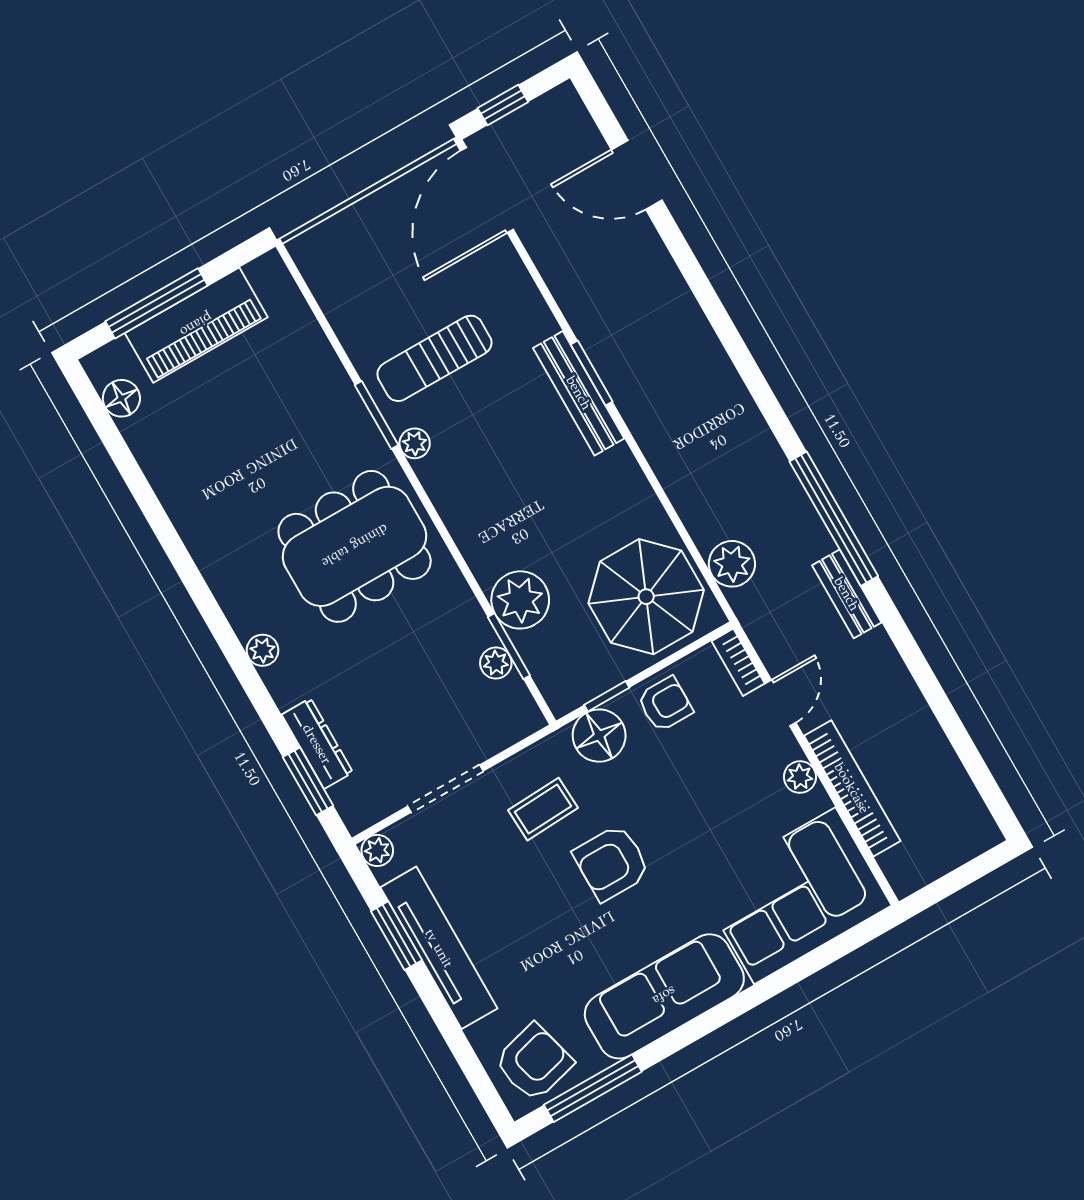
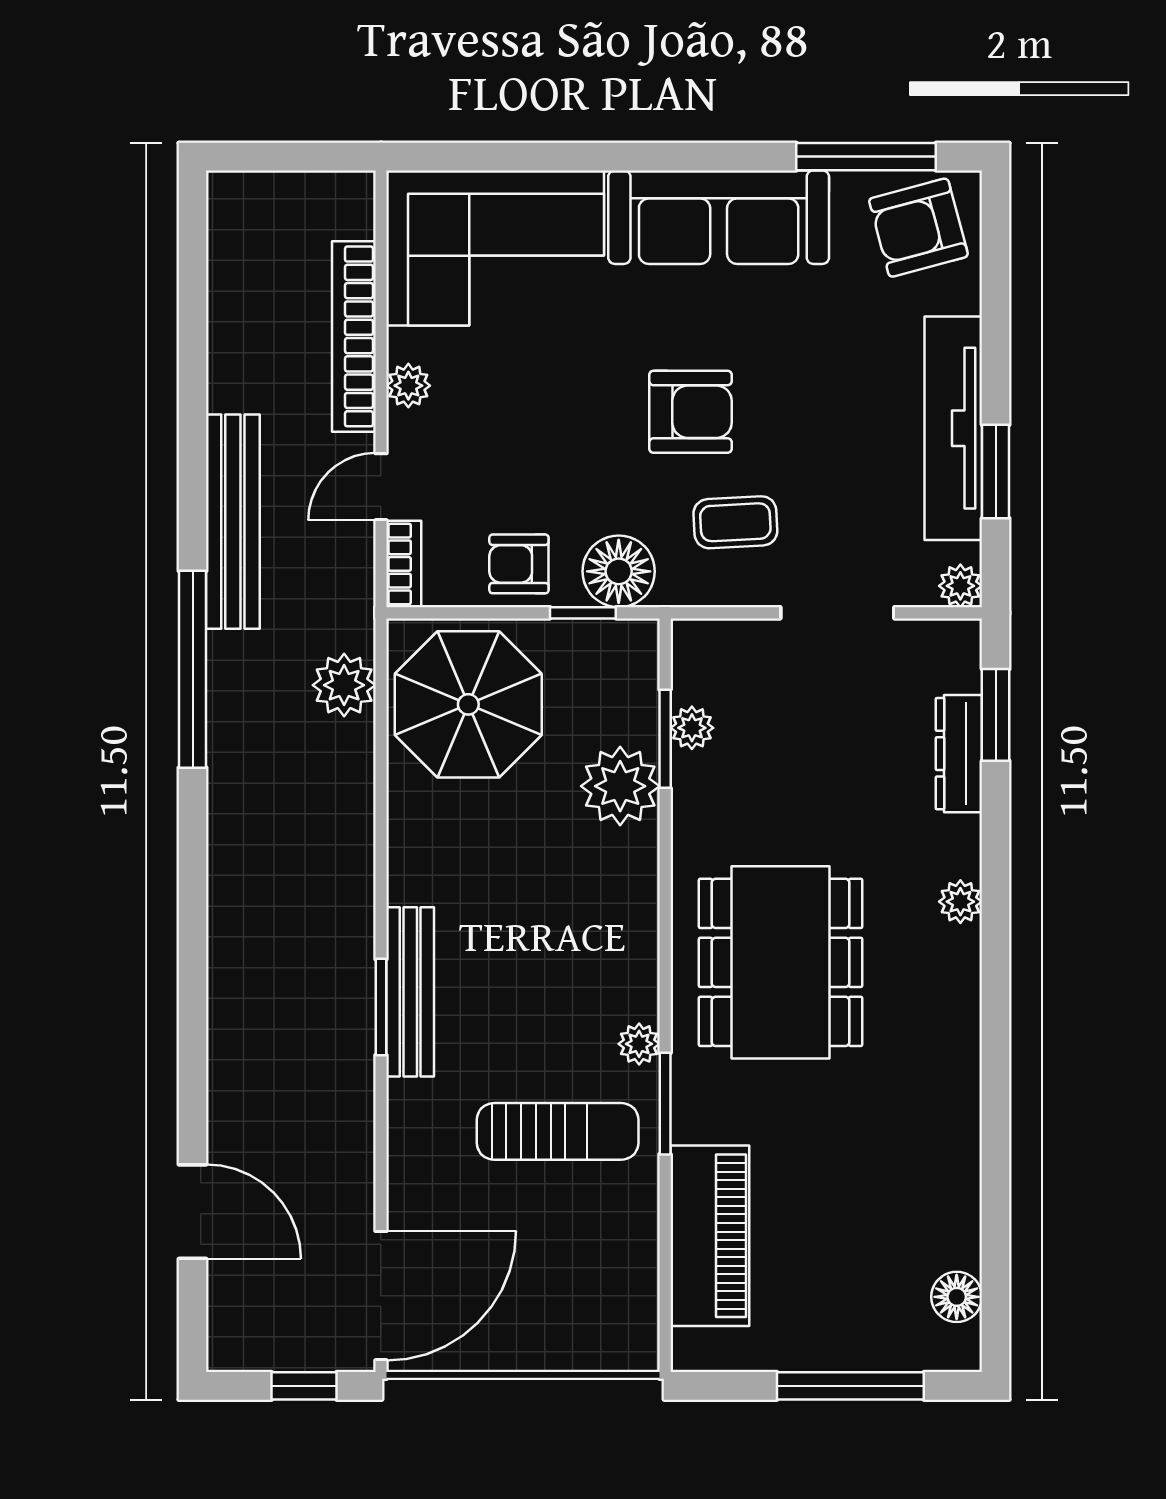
piano: (196, 325) -> (710, 1236), moved, turned 90
dining table: (355, 546) -> (781, 962), turned 90
bench: (847, 594) -> (233, 522), width x1.86, depth x1.21

